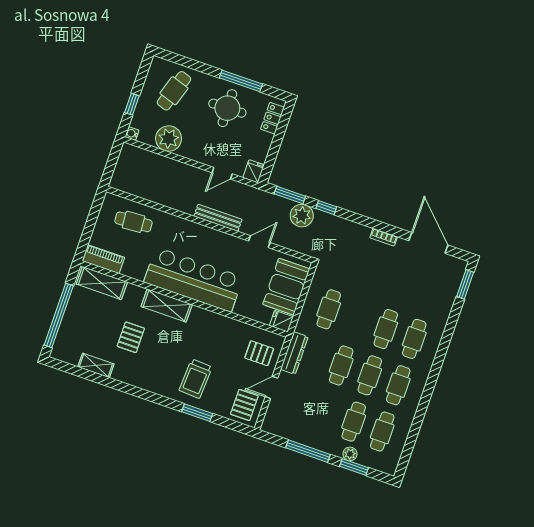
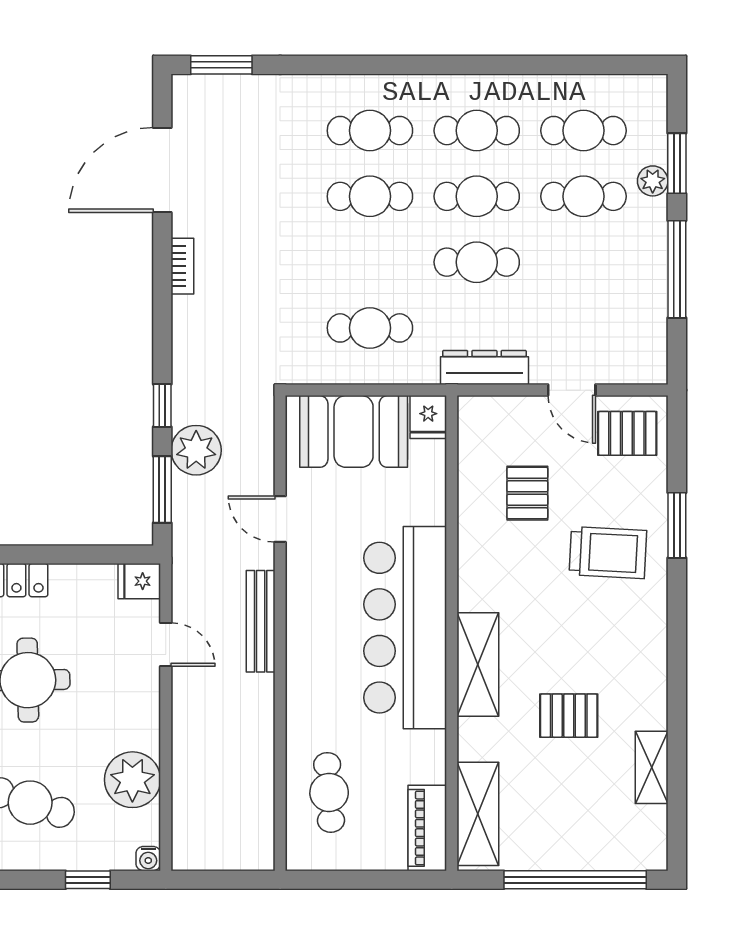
pallet: (259, 353) -> (527, 493), moved

